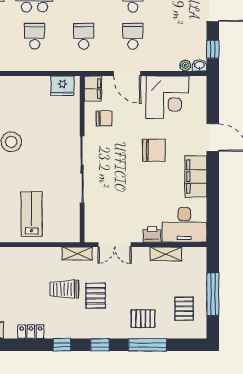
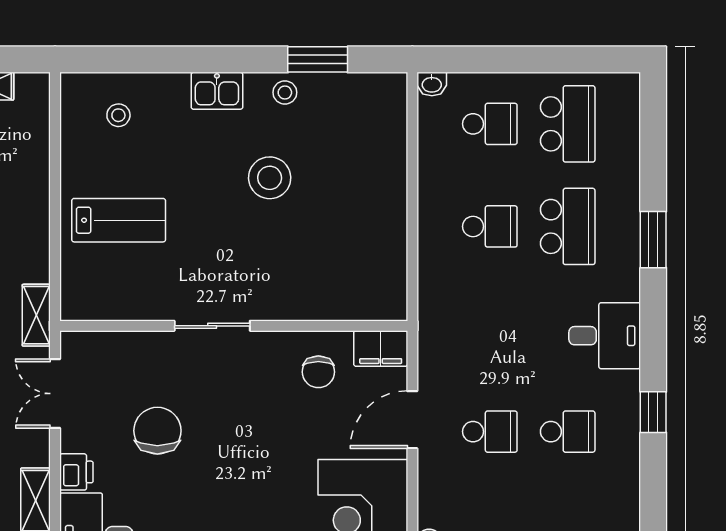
school desk: (84, 36) -> (490, 329), removed
fridge: (62, 86) -> (387, 284), removed
chair: (154, 150) -> (157, 431), moved, turned 180
sliding door: (82, 169) -> (212, 326), width x0.54

